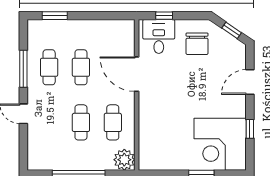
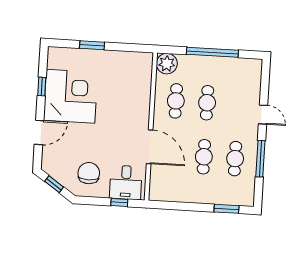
corner desk: (220, 144) -> (71, 96), moved

